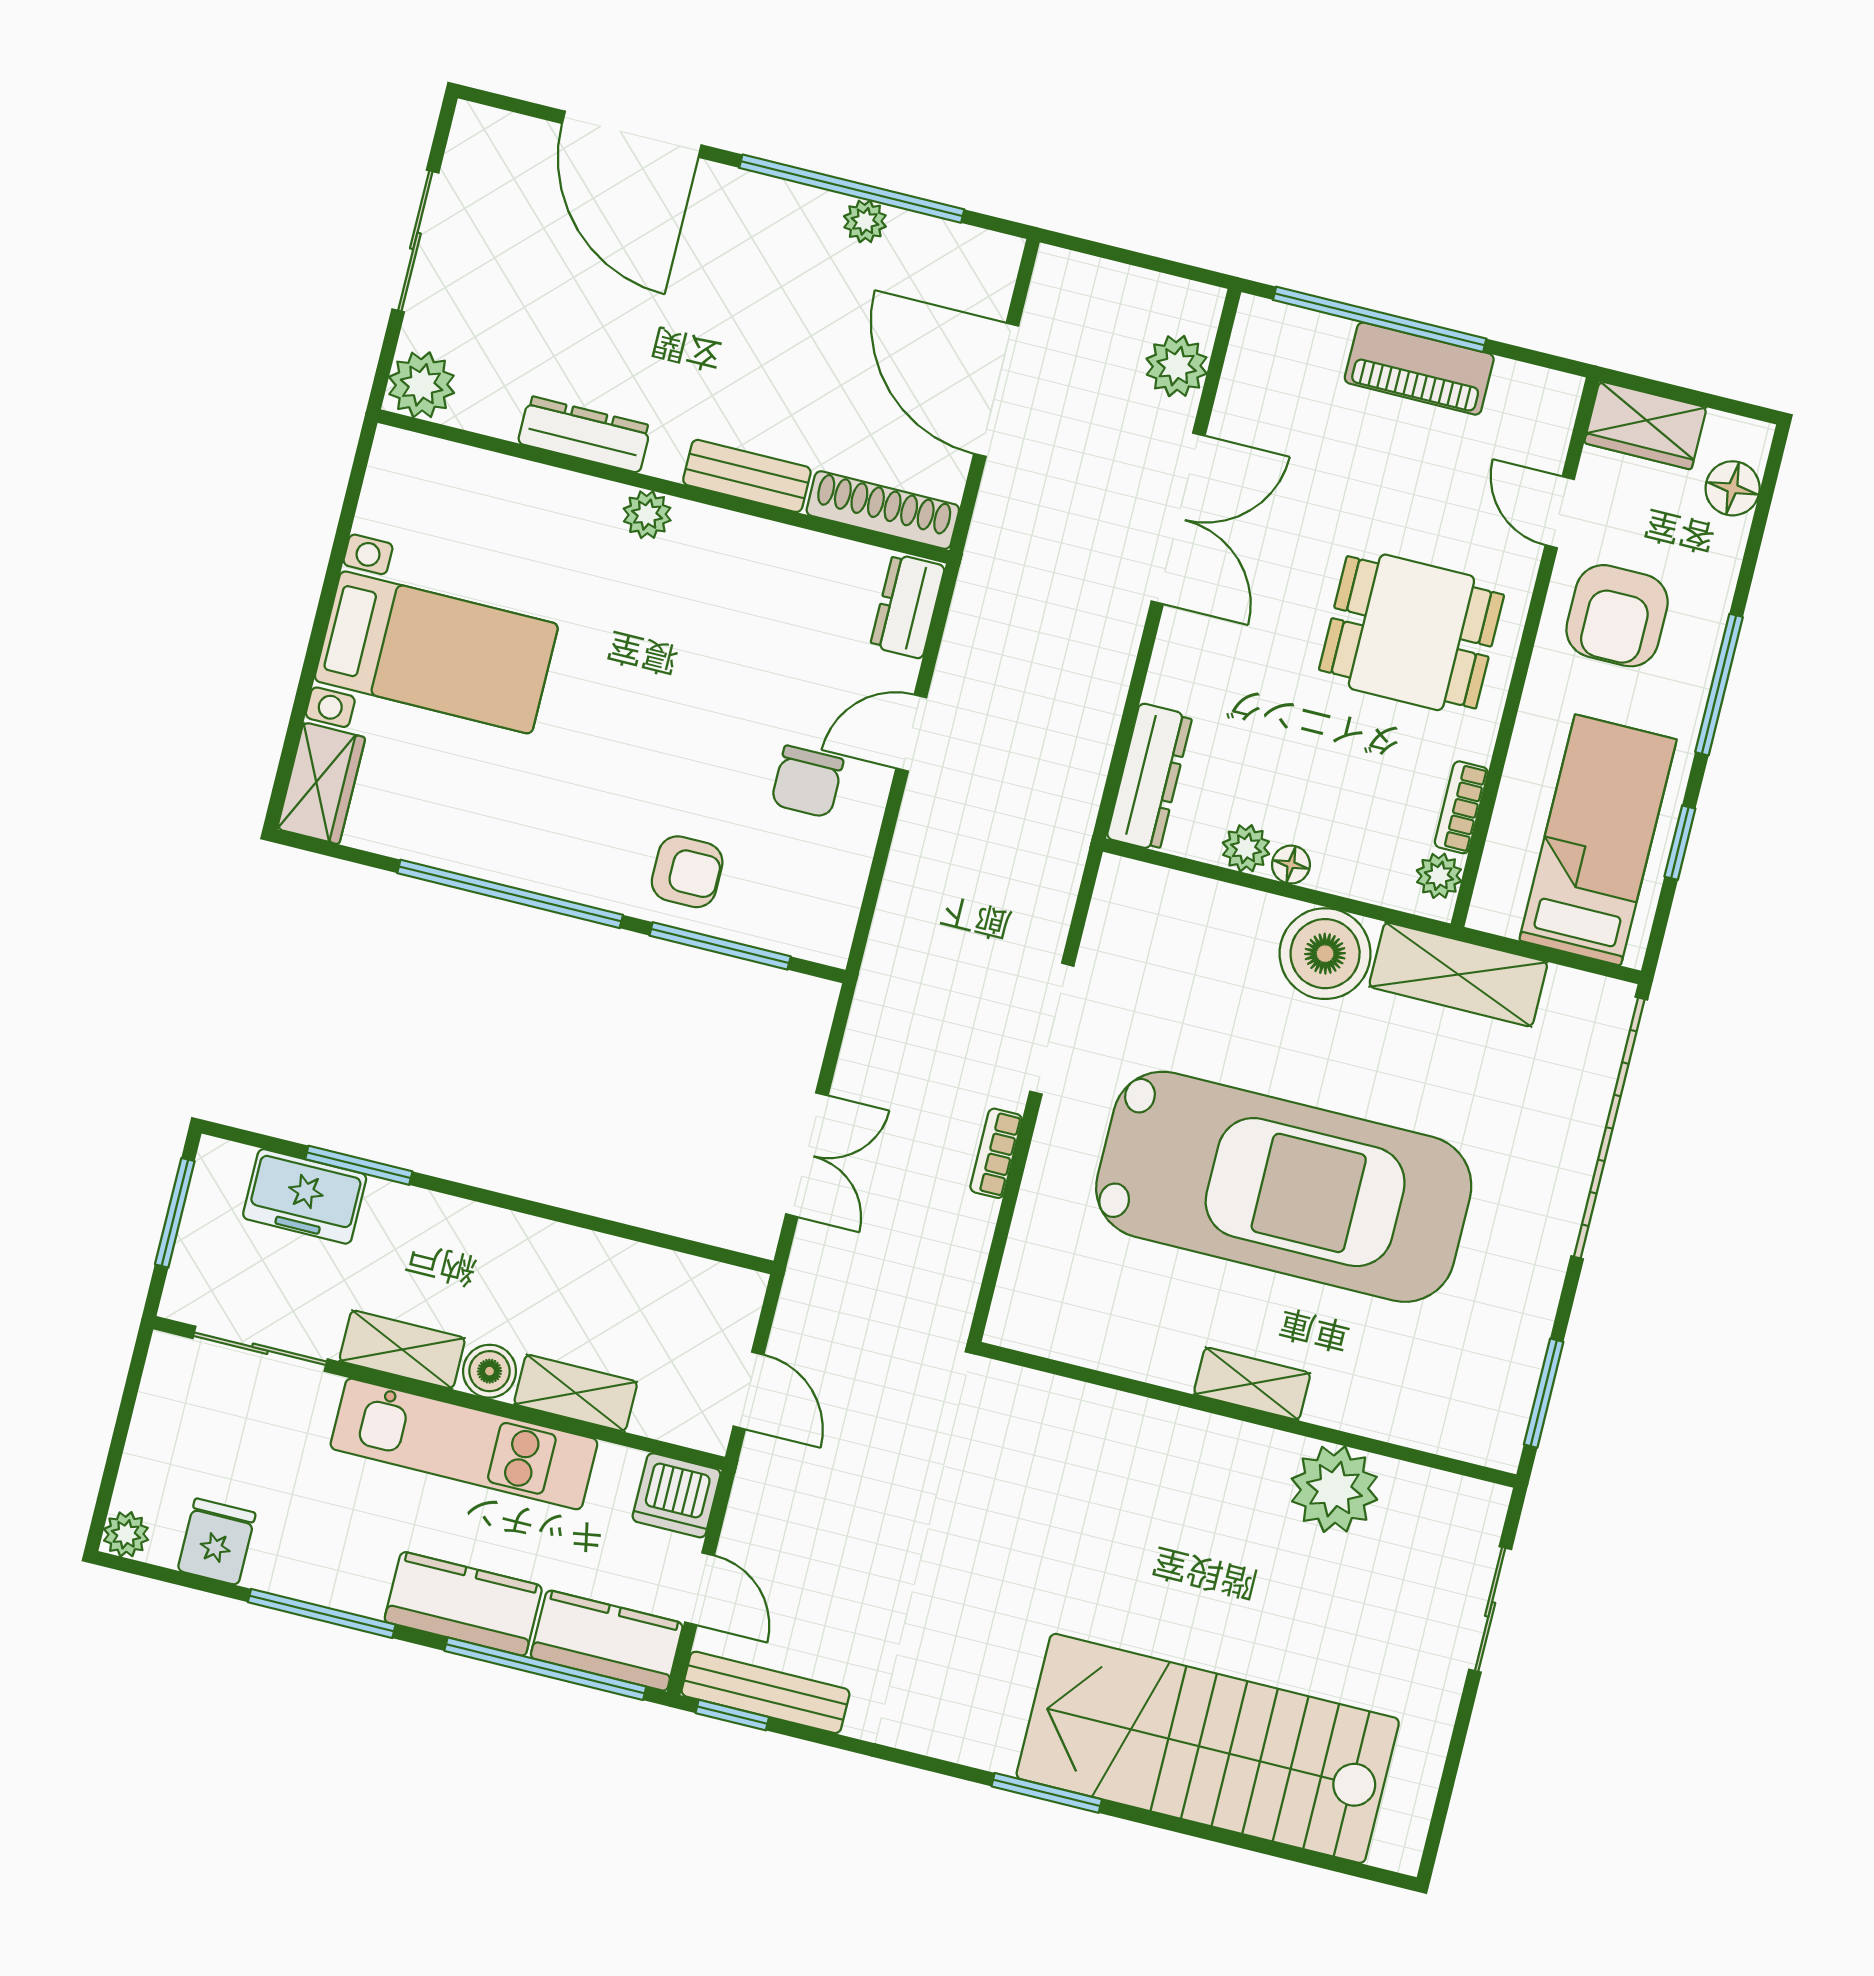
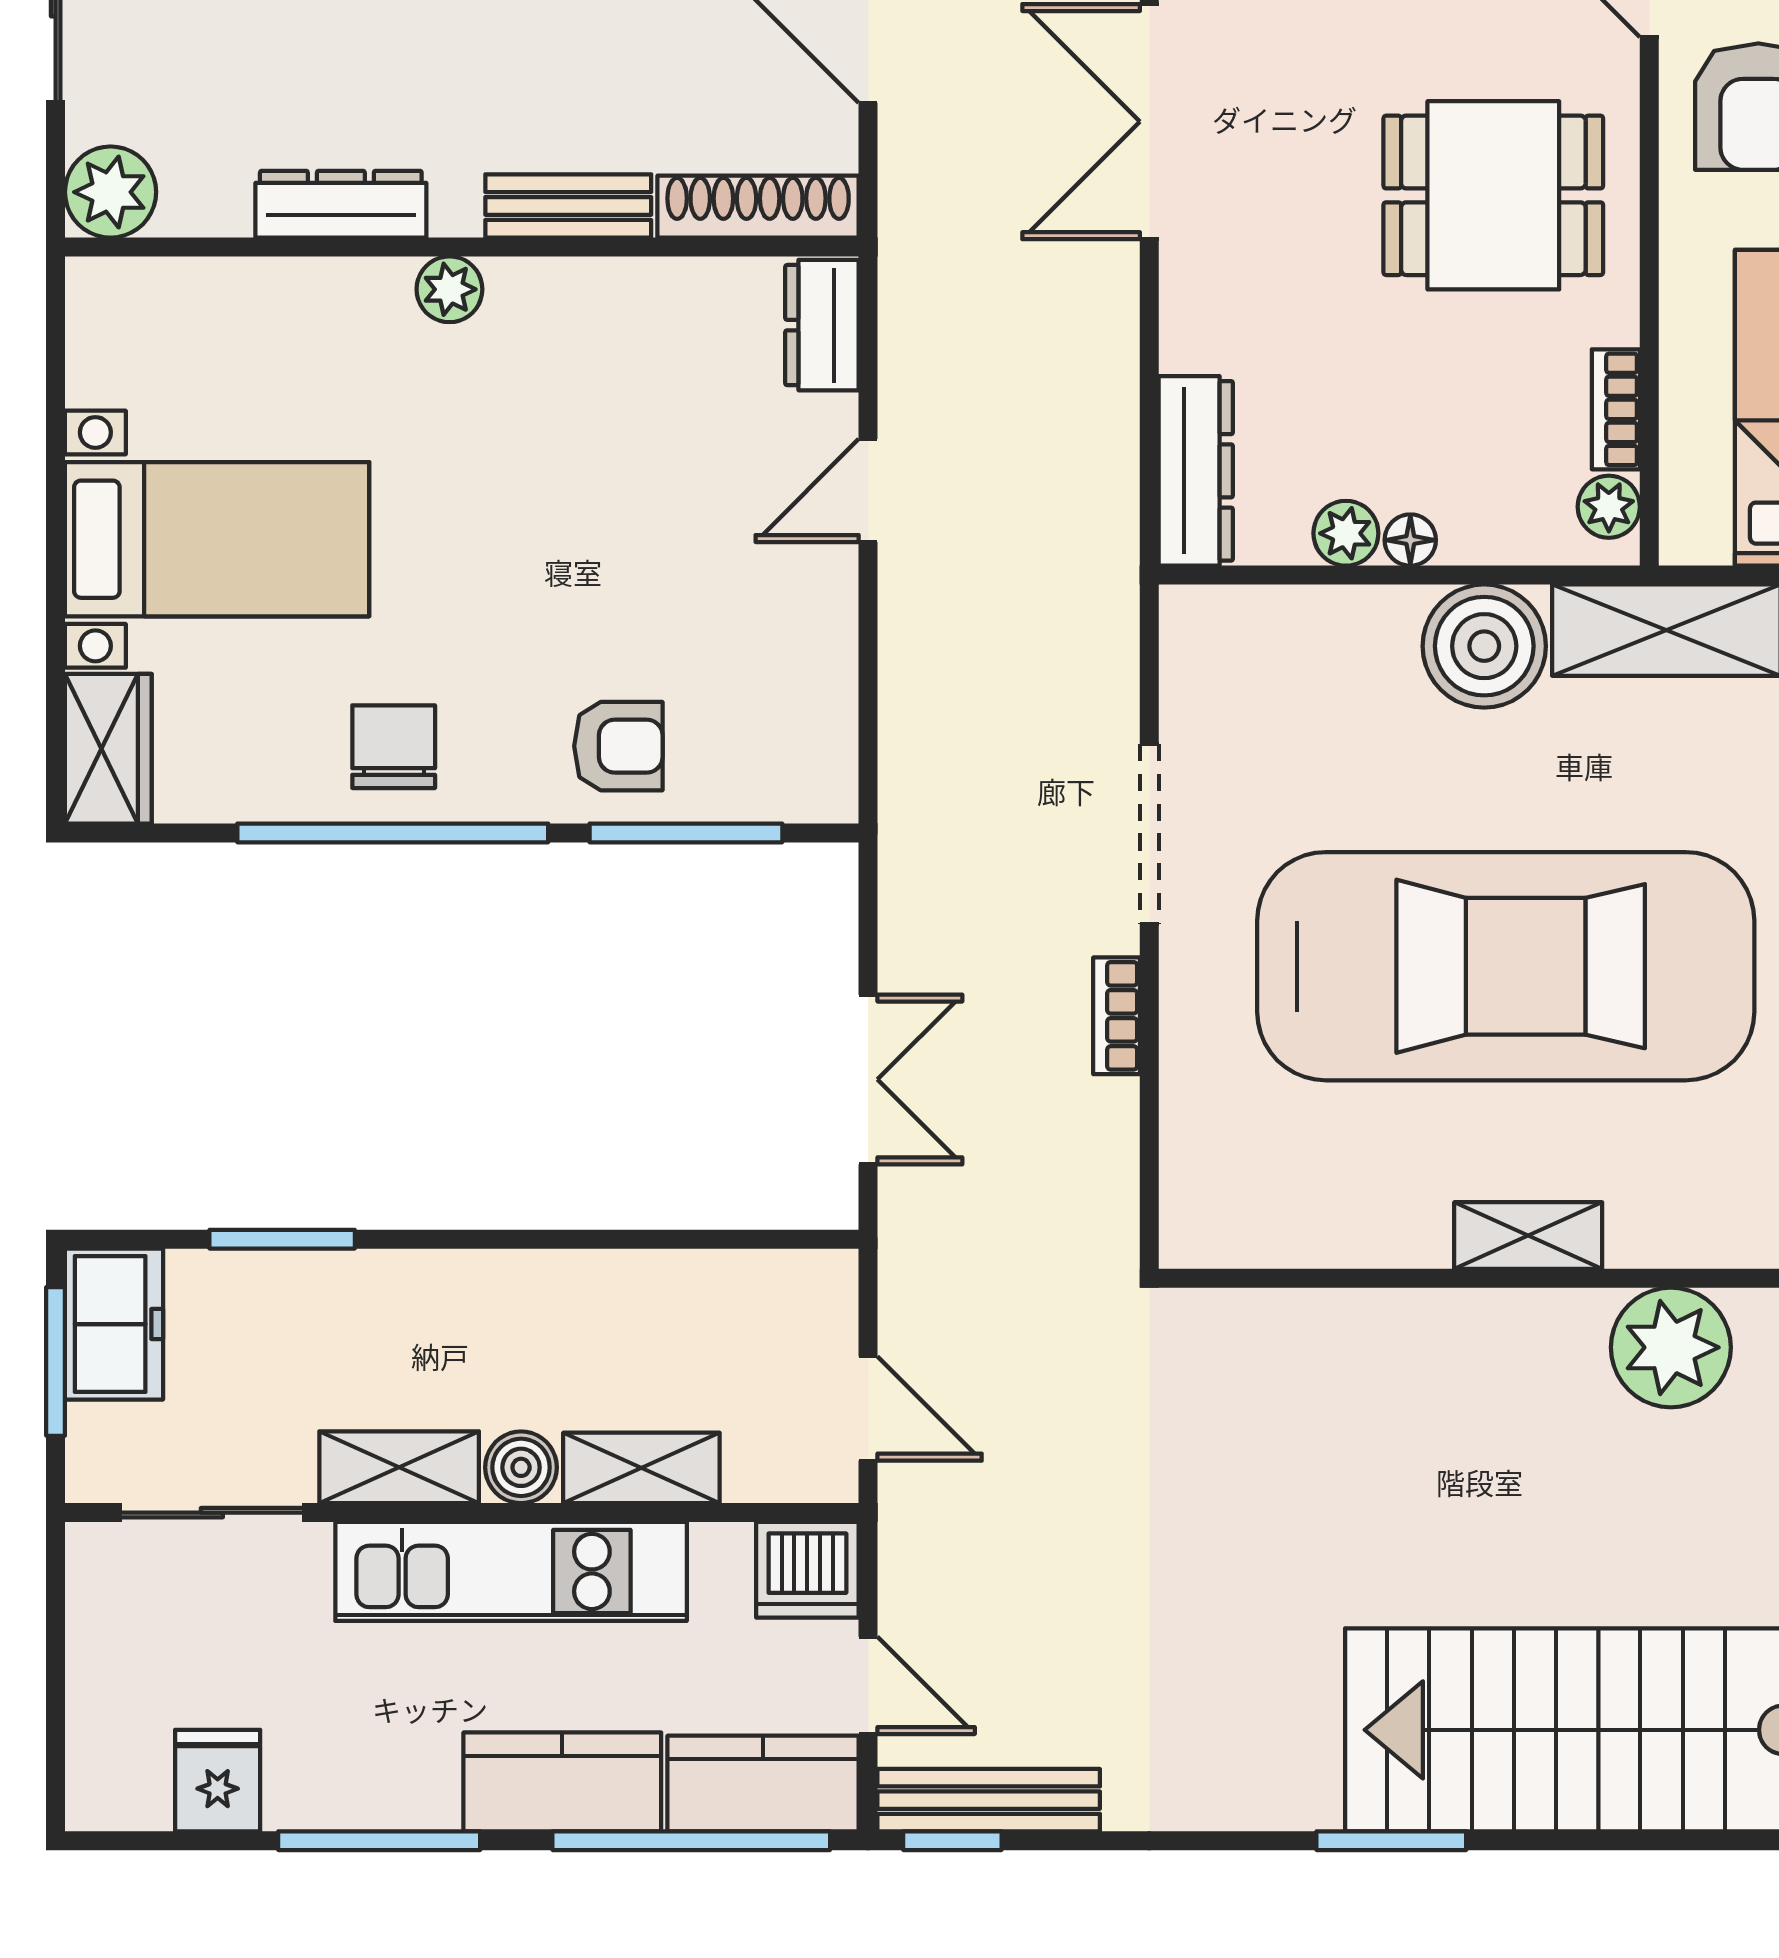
double door: (1178, 519) -> (1149, 122), swing flipped
chair: (807, 782) -> (394, 747), moved, turned 180
freezer: (305, 1196) -> (114, 1324), moved, turned -90
plant: (126, 1534) -> (96, 1800), removed

